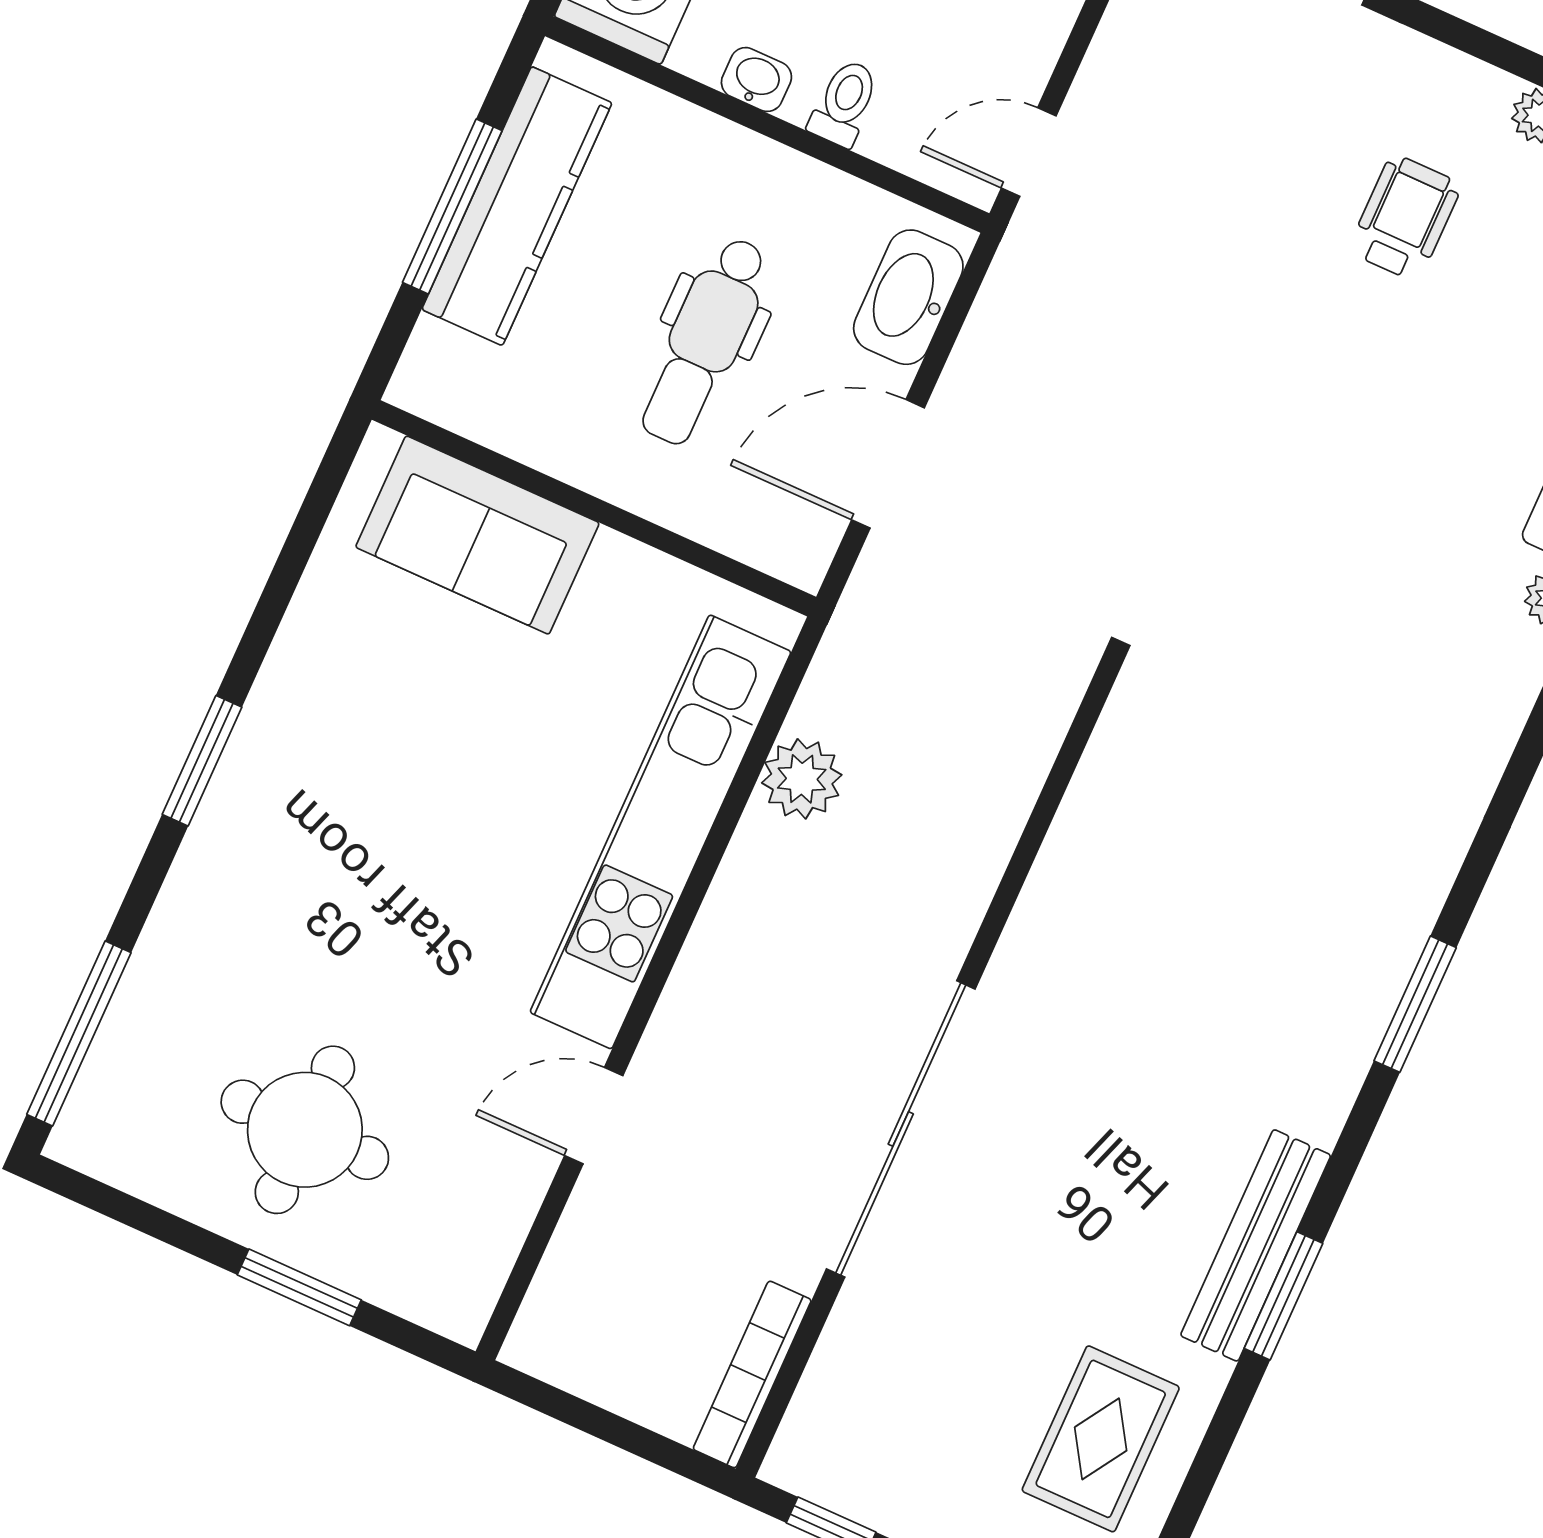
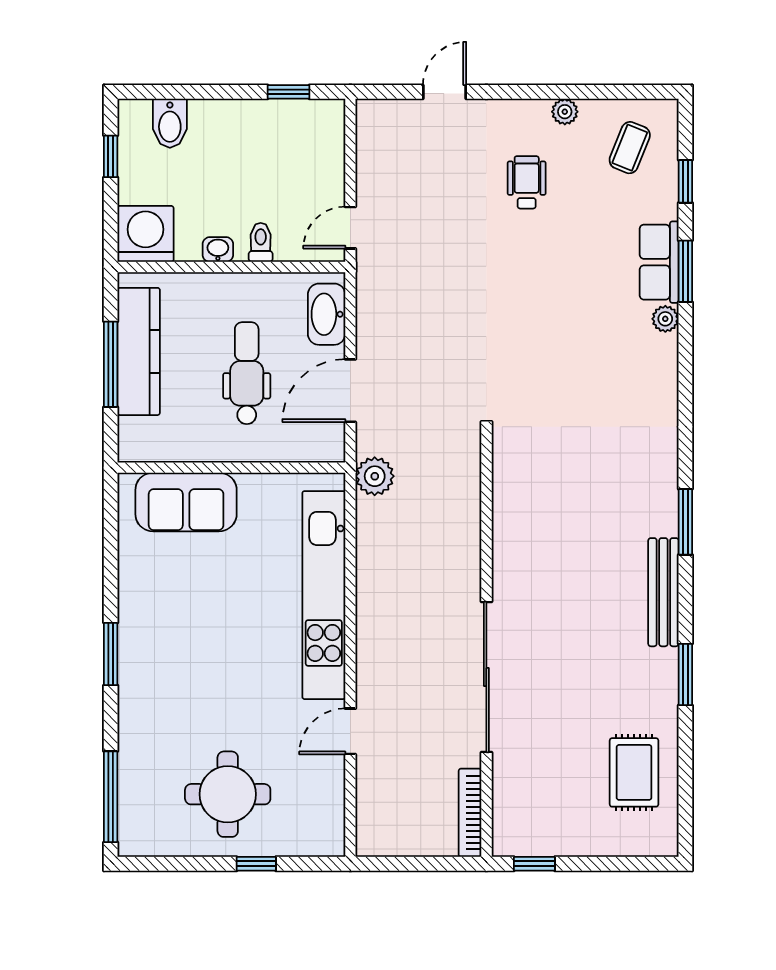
dental chair: (705, 341) -> (247, 373), turned 180
plant: (802, 779) -> (375, 476), moved
bench: (1256, 1245) -> (663, 592), moved
window: (299, 1287) -> (256, 864), width x0.67

